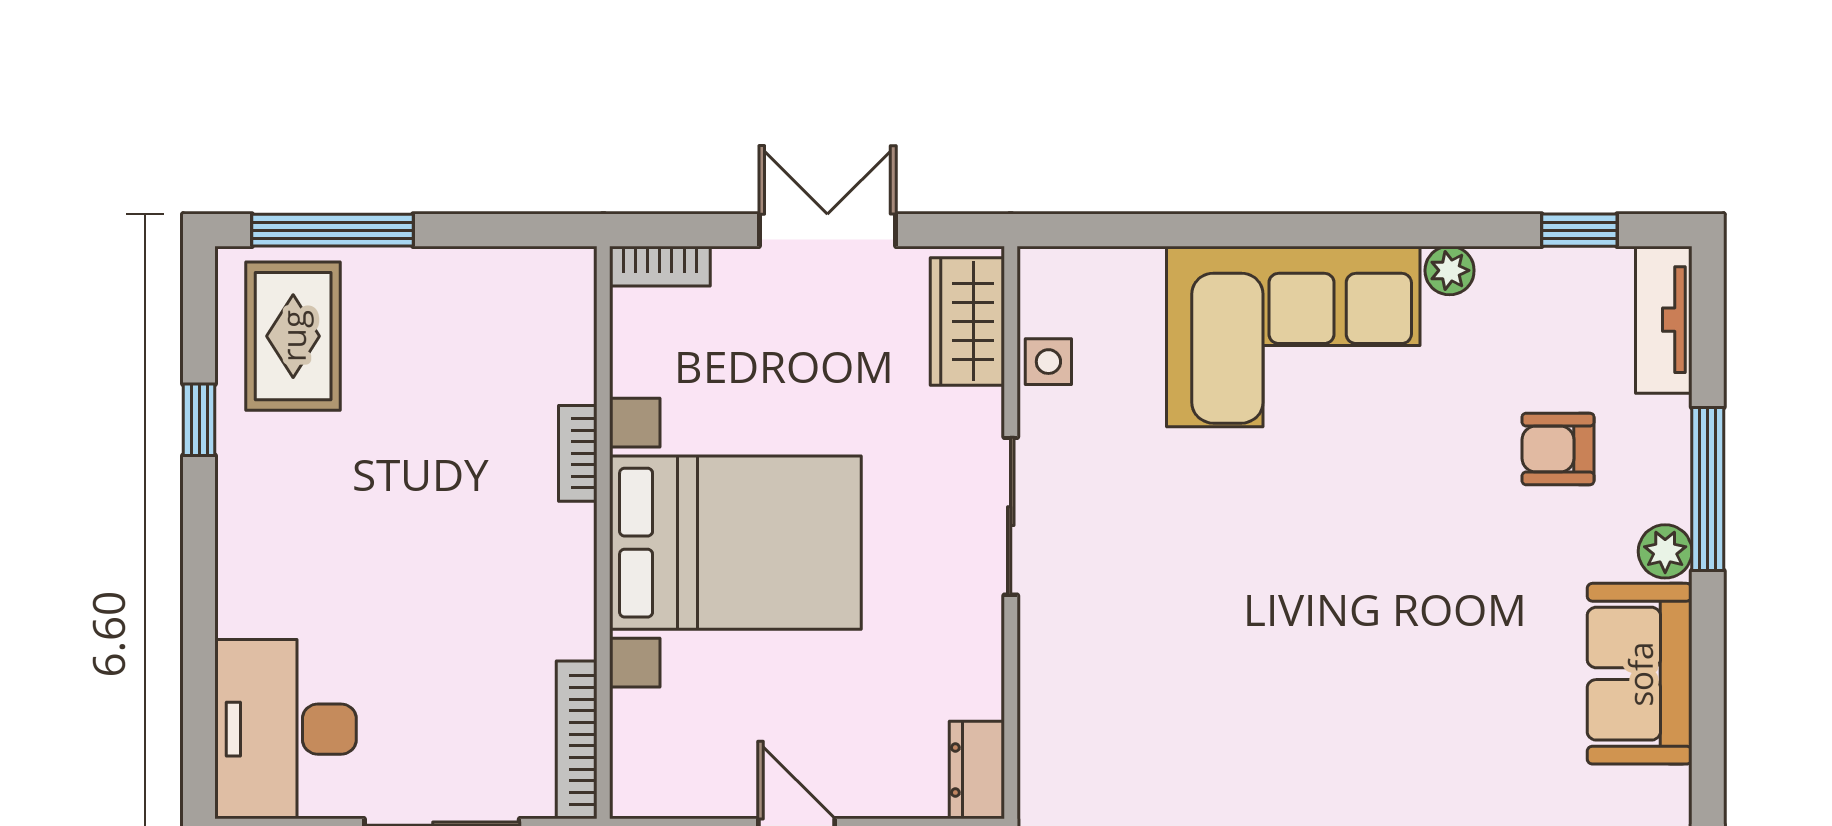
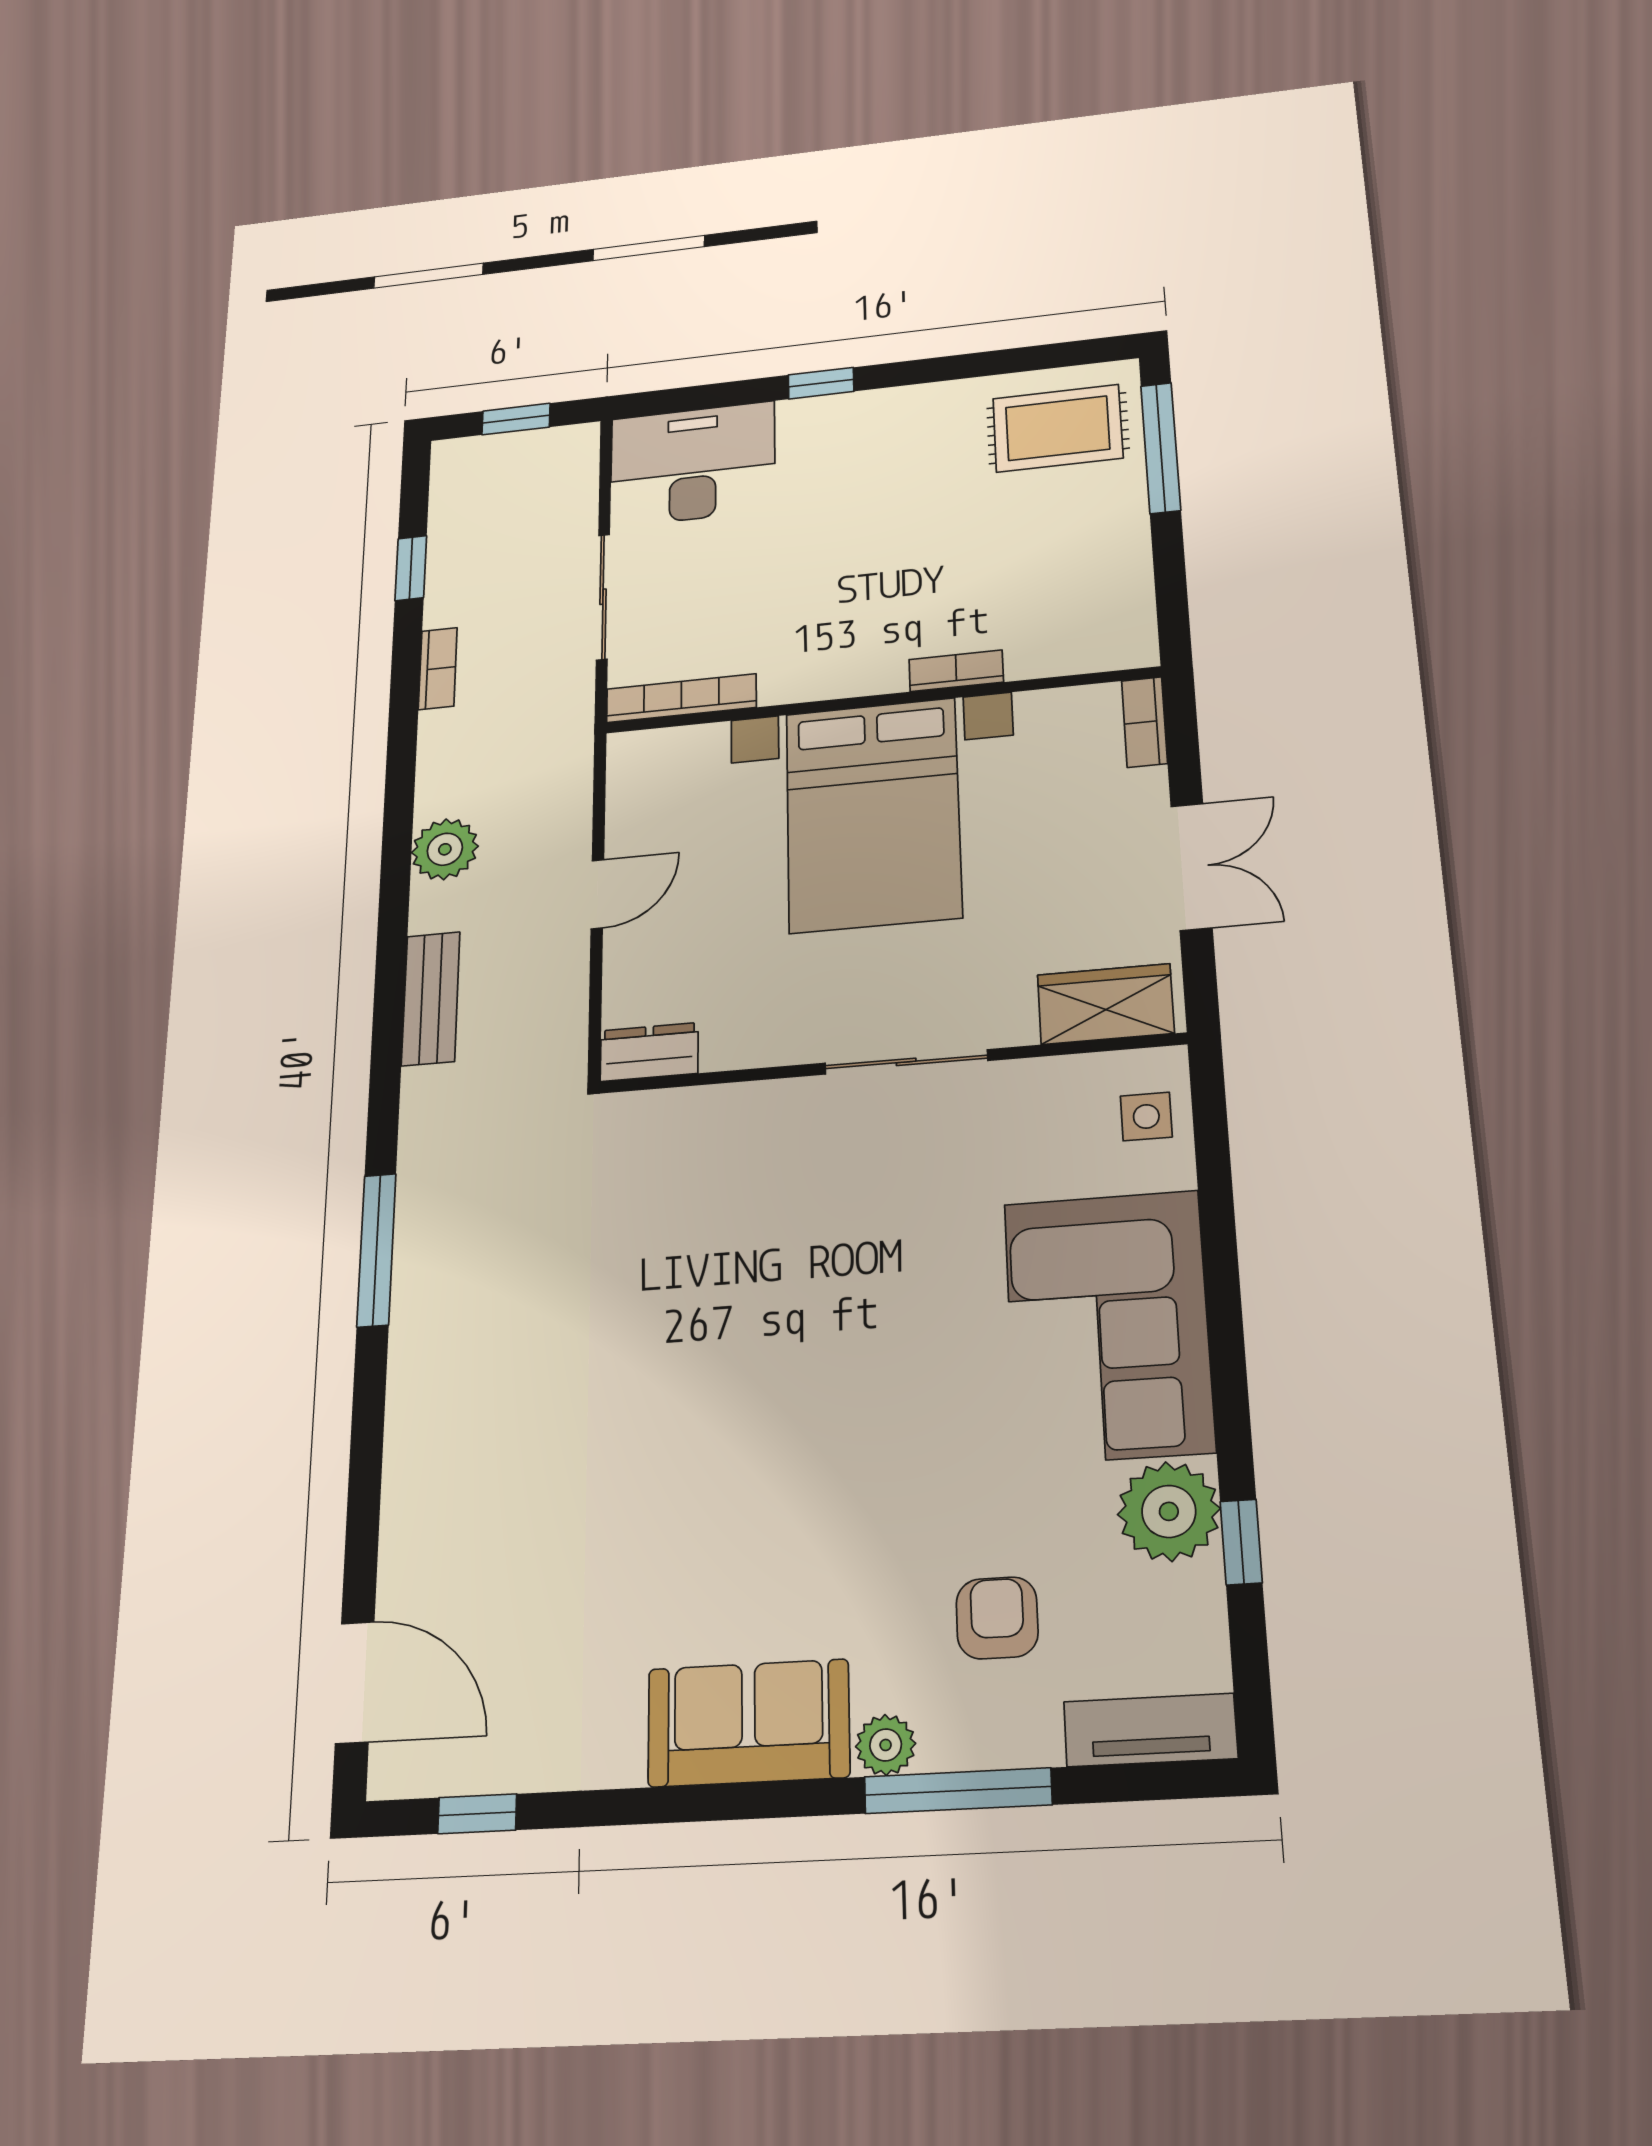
window: (1579, 230) -> (1241, 1542), moved
plant: (1450, 270) -> (1169, 1511), width x1.88, depth x1.88
side table: (1048, 362) -> (1146, 1116), moved
window: (199, 420) -> (821, 383), moved

